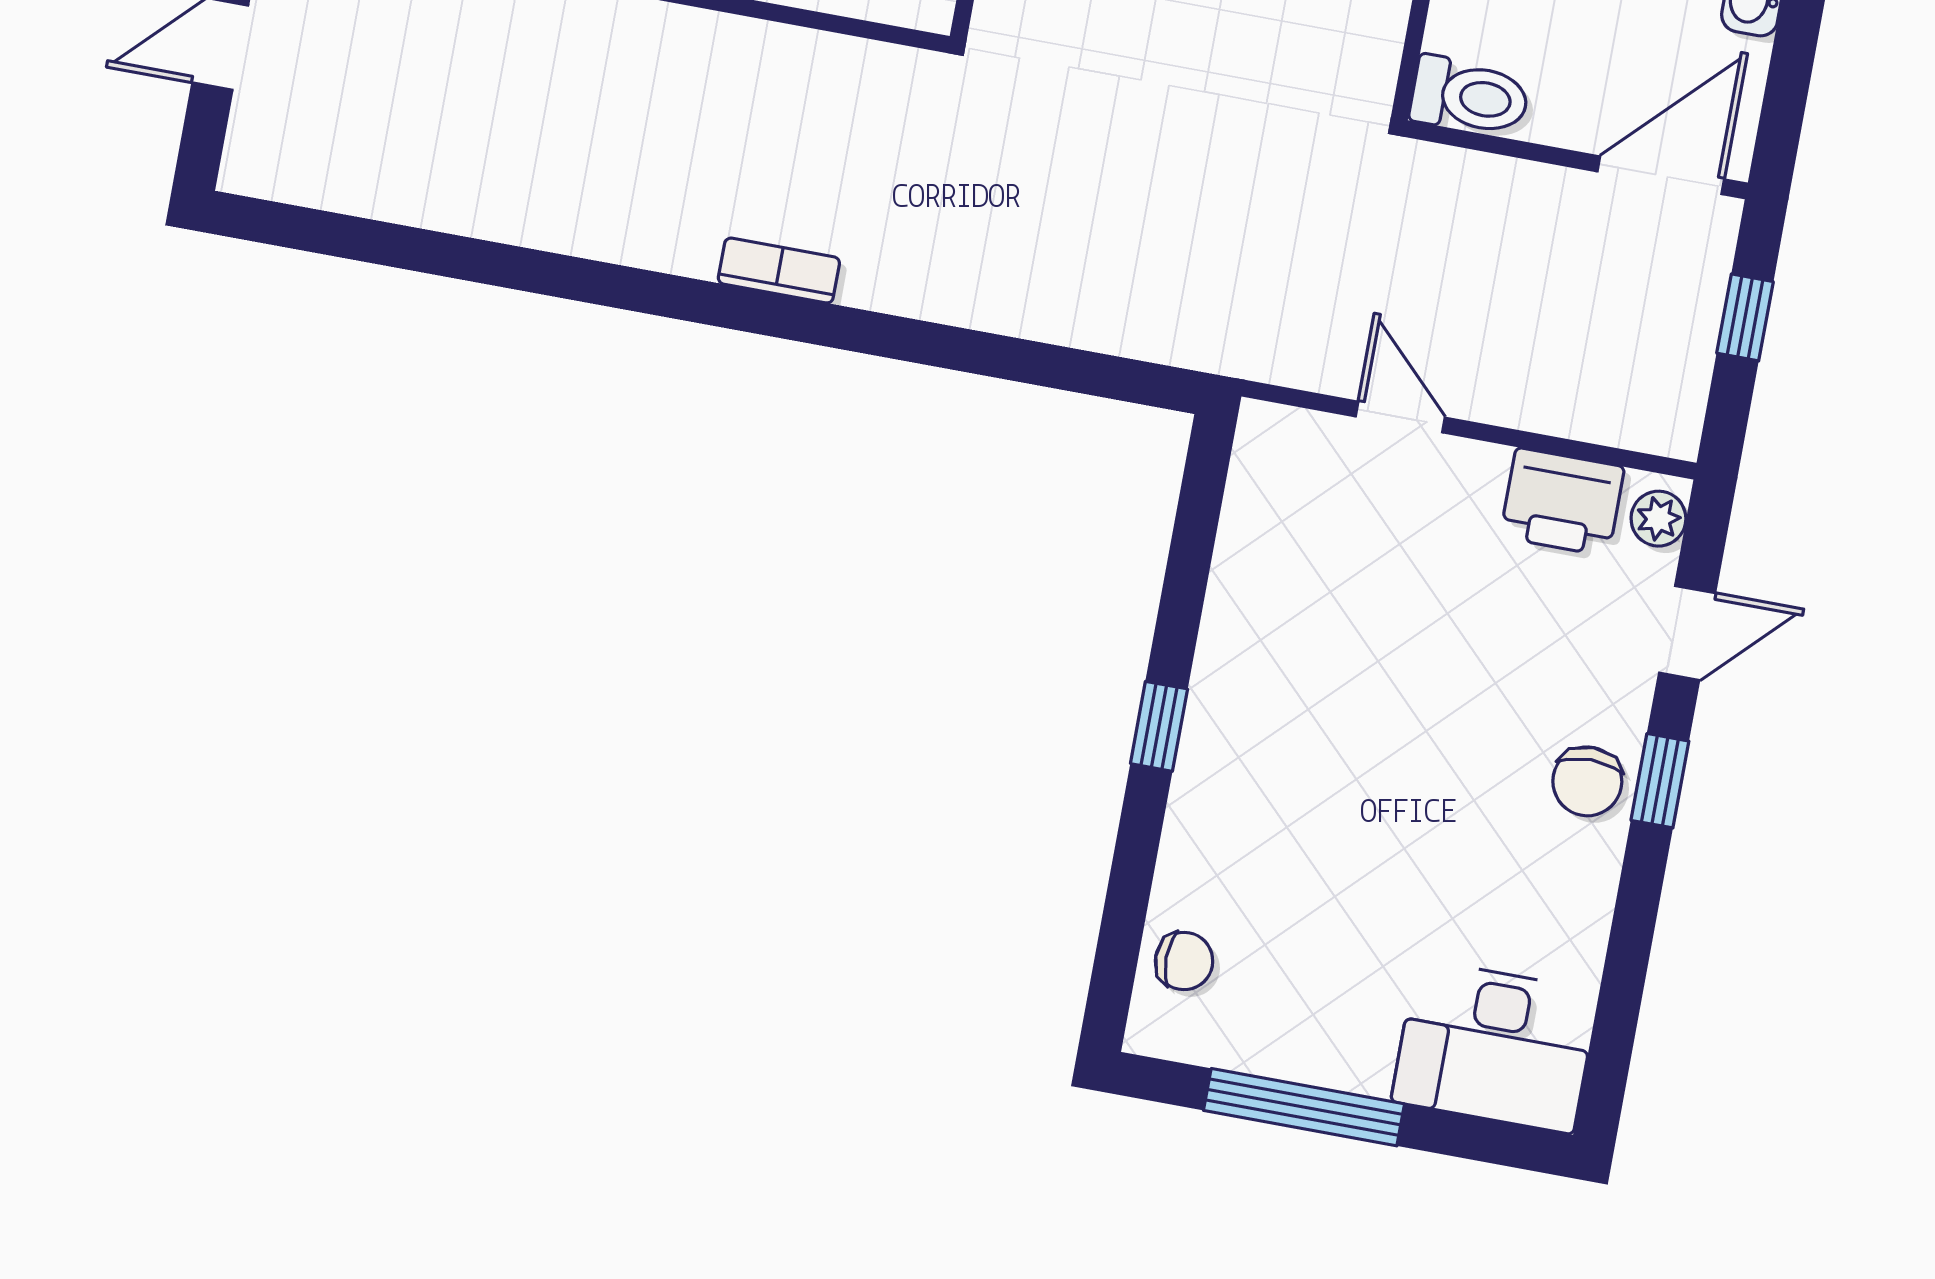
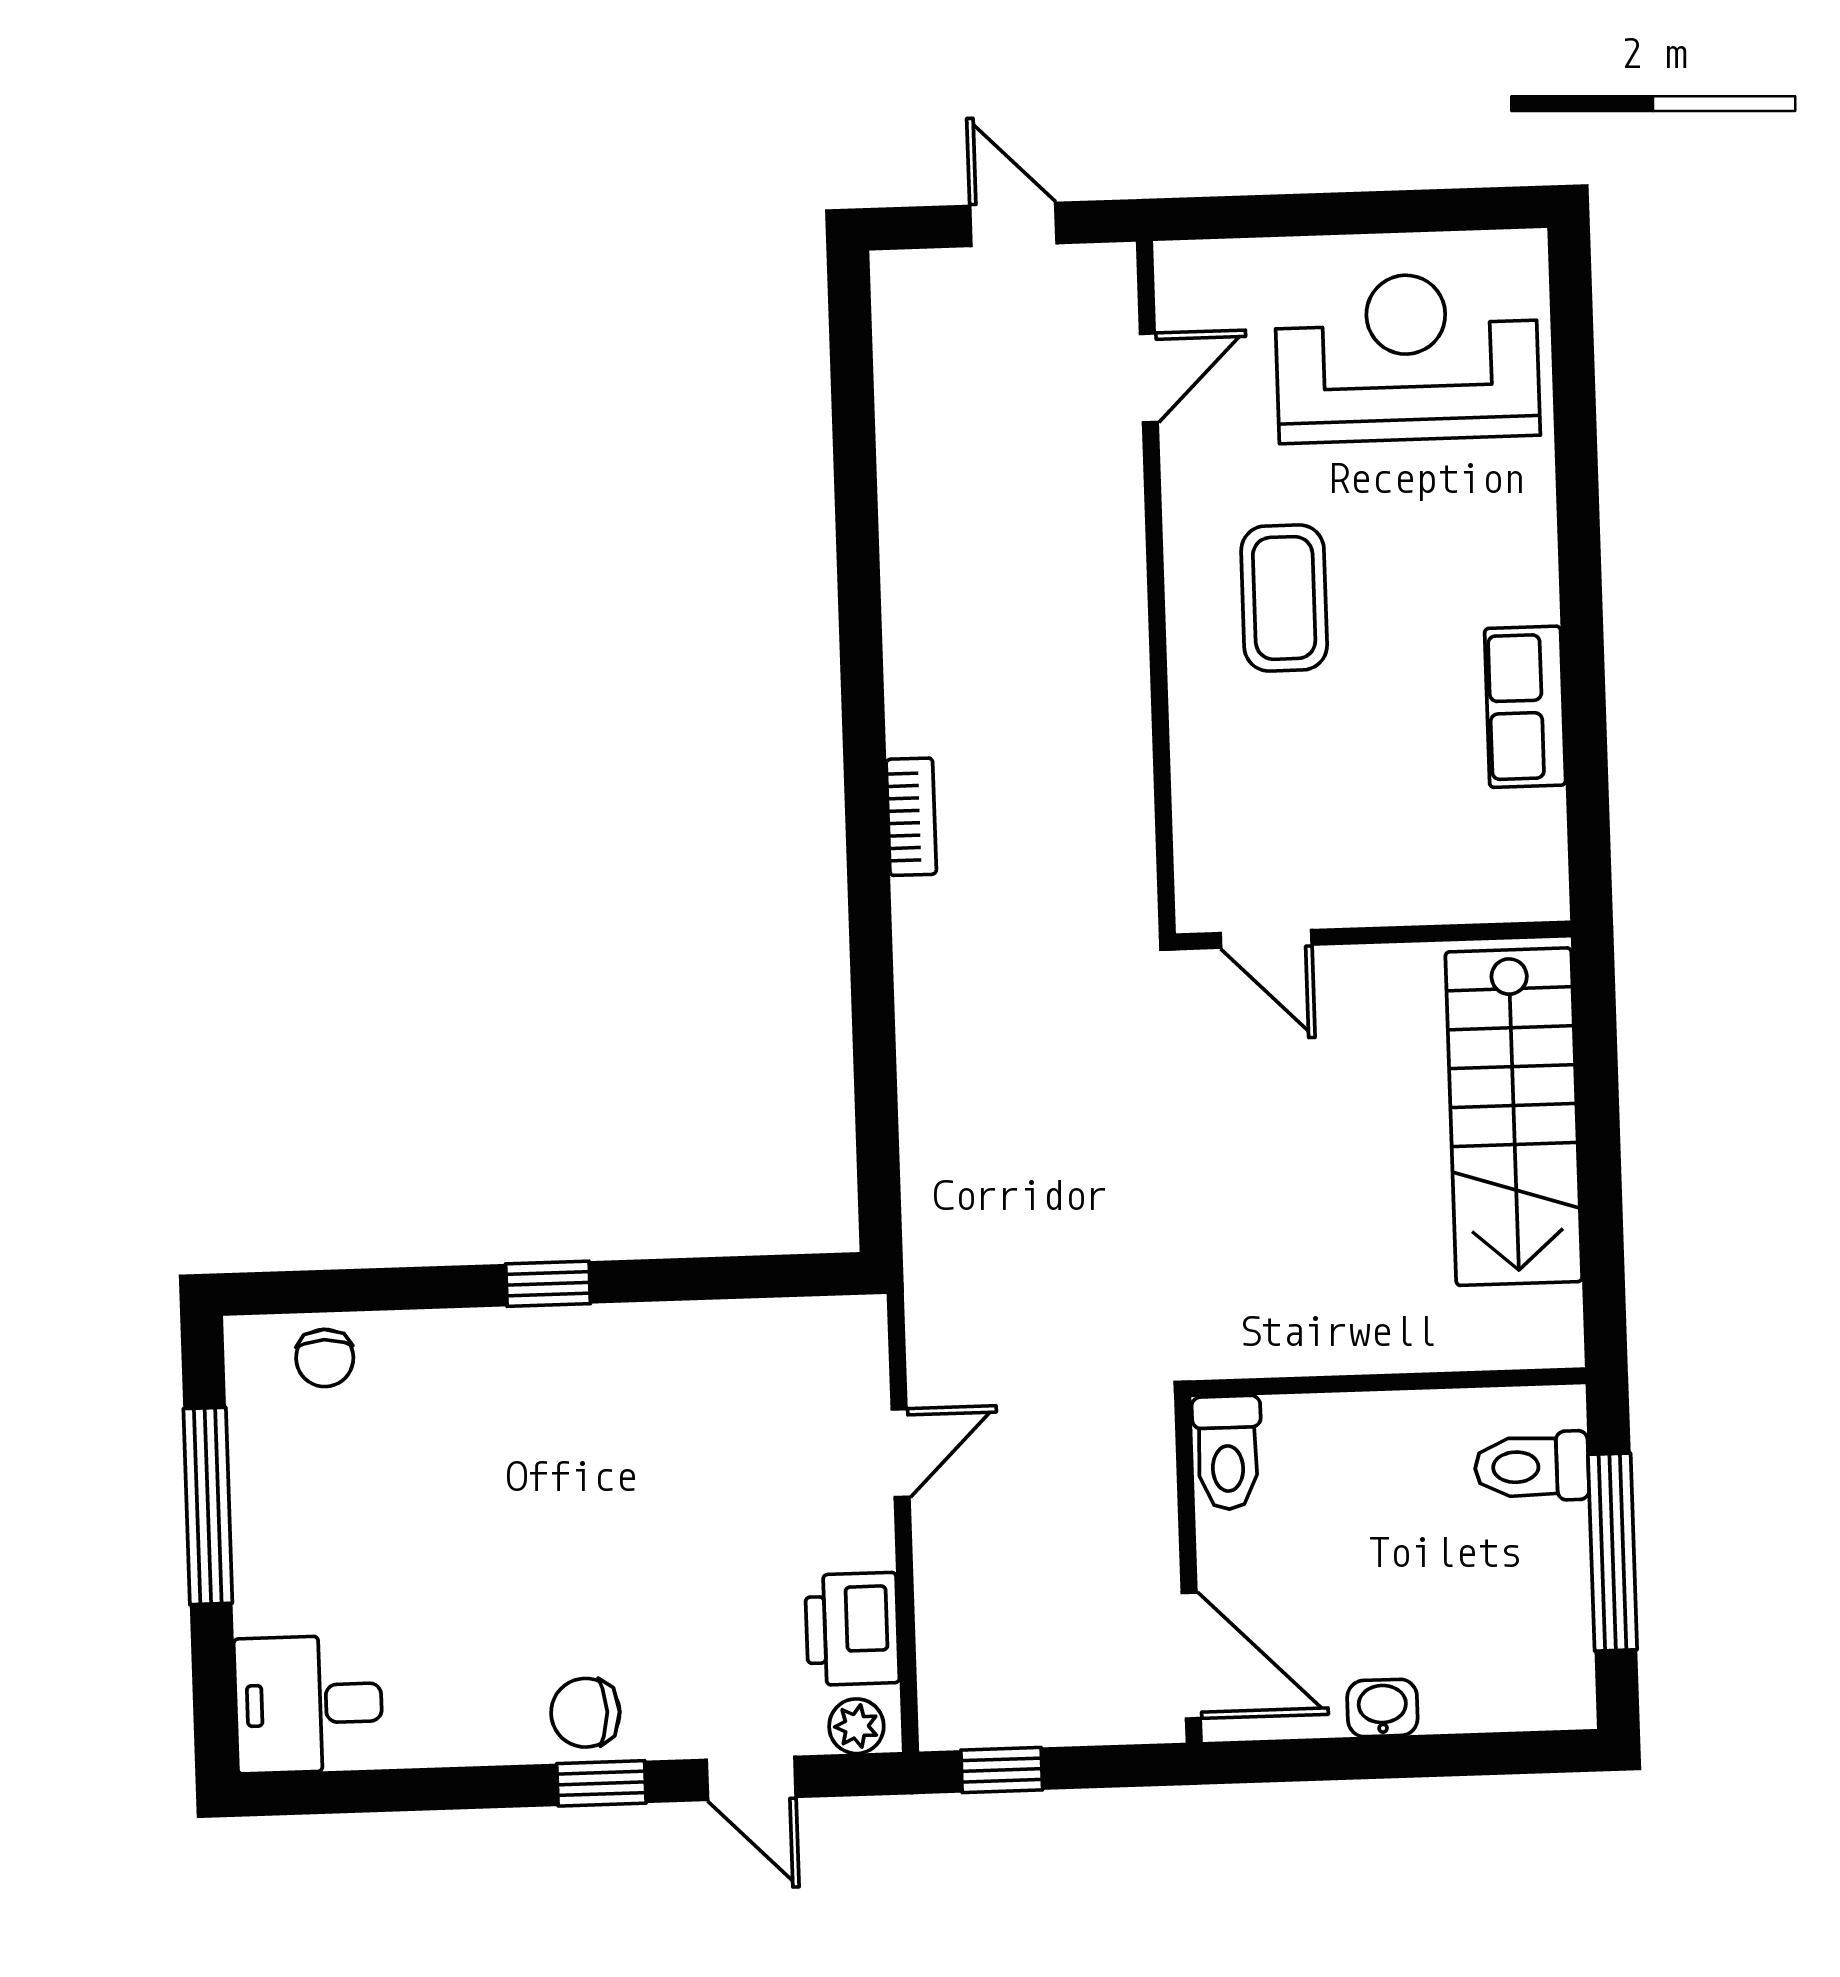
window: (1745, 317) -> (1002, 1770), moved
desk: (1495, 1046) -> (309, 1704), width x0.73

